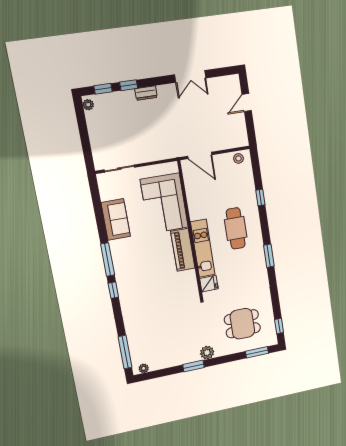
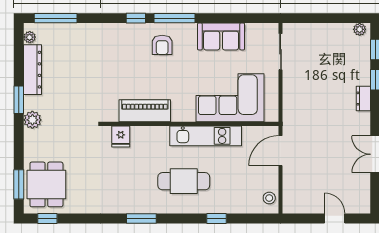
kitchen unit: (203, 248) -> (206, 136), moved
piano: (183, 250) -> (145, 111), moved
armchair: (131, 265) -> (162, 45), added
dining table: (242, 324) -> (46, 184), moved
dresser: (169, 361) -> (32, 70), added

